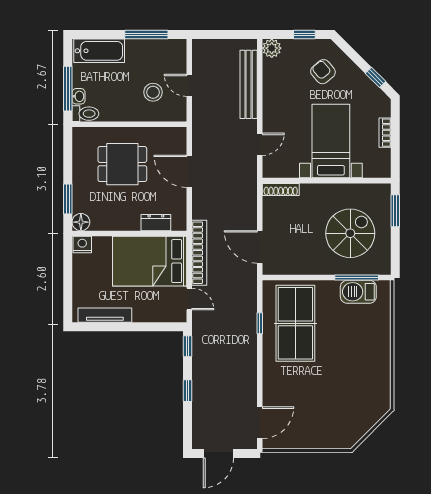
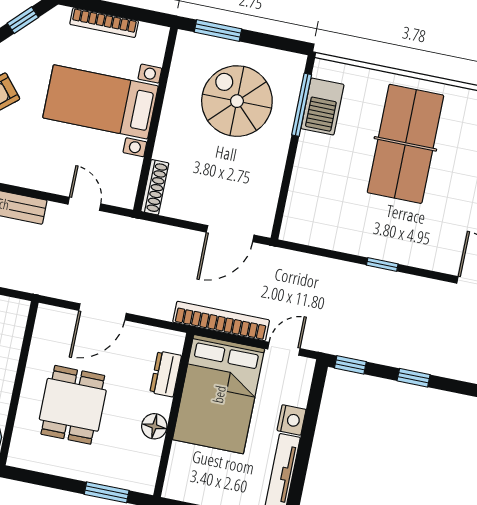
bookcase: (385, 133) -> (104, 23), width x1.56
floor lamp: (81, 222) -> (154, 426), moved
nightstand: (82, 245) -> (291, 420), moved, turned 180
window: (260, 323) -> (382, 265), moved
table tennis table: (295, 323) -> (405, 144), moved, turned 90

